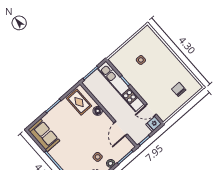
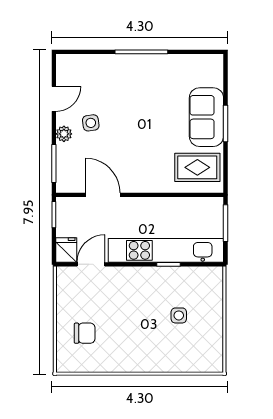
floor lamp: (98, 111) -> (160, 184), removed
sofa: (44, 135) -> (206, 117), moved, turned 90

